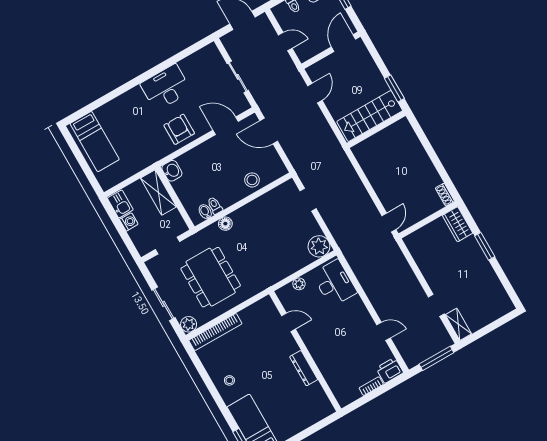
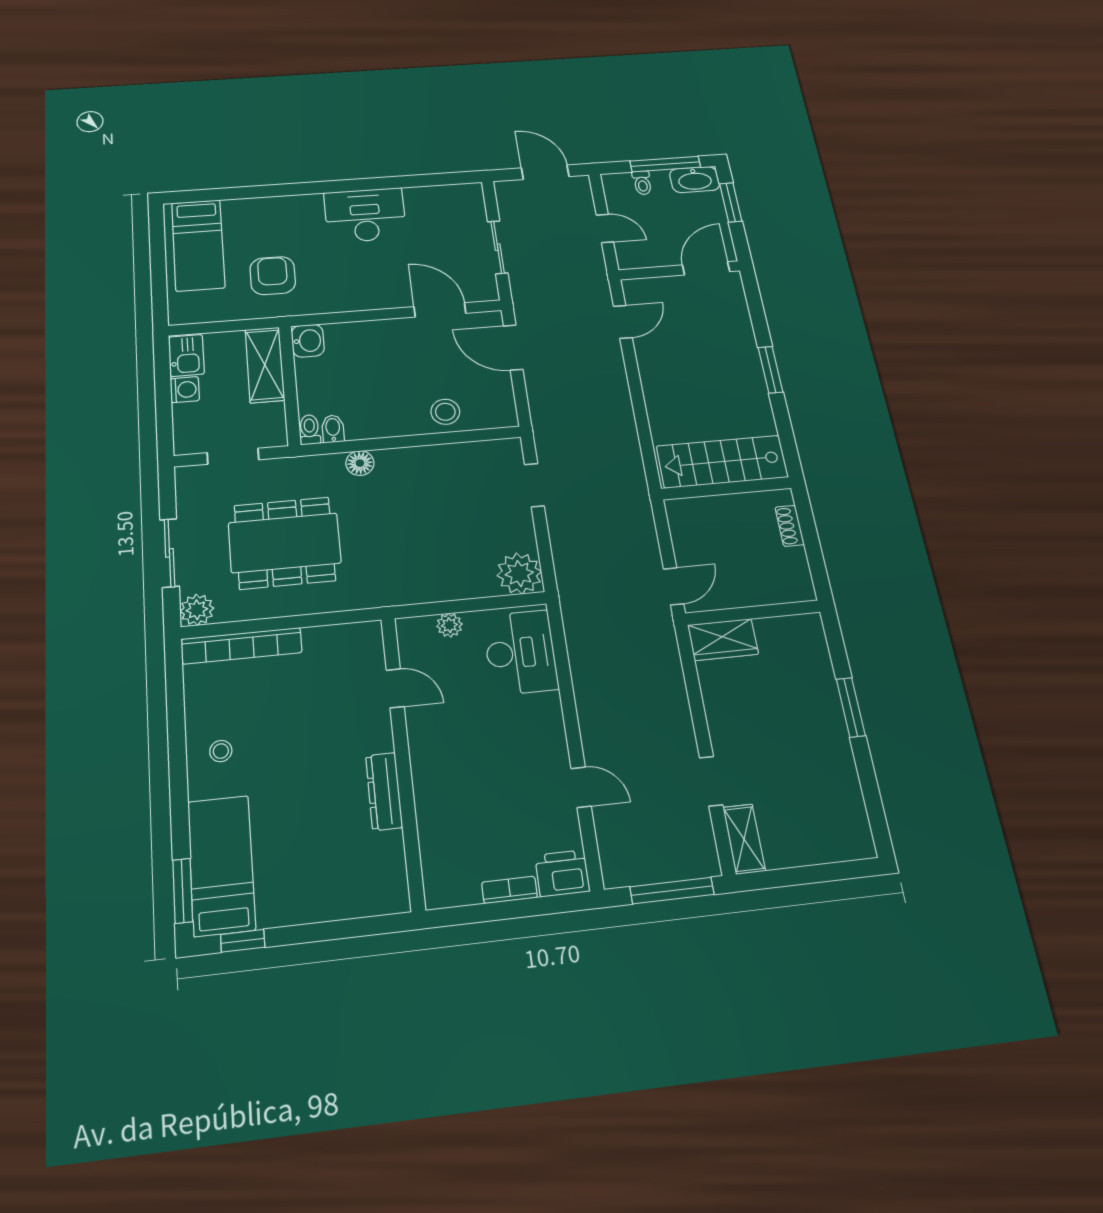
stairs: (370, 116) -> (722, 462), moved
armchair: (179, 129) -> (273, 276), moved
wall: (376, 129) -> (726, 488), moved
shoe rack: (445, 195) -> (790, 526), moved
toilet: (215, 205) -> (310, 430), moved
wardrobe: (458, 224) -> (723, 640), moved, turned -90
dining table: (211, 277) -> (285, 543), turned 90

